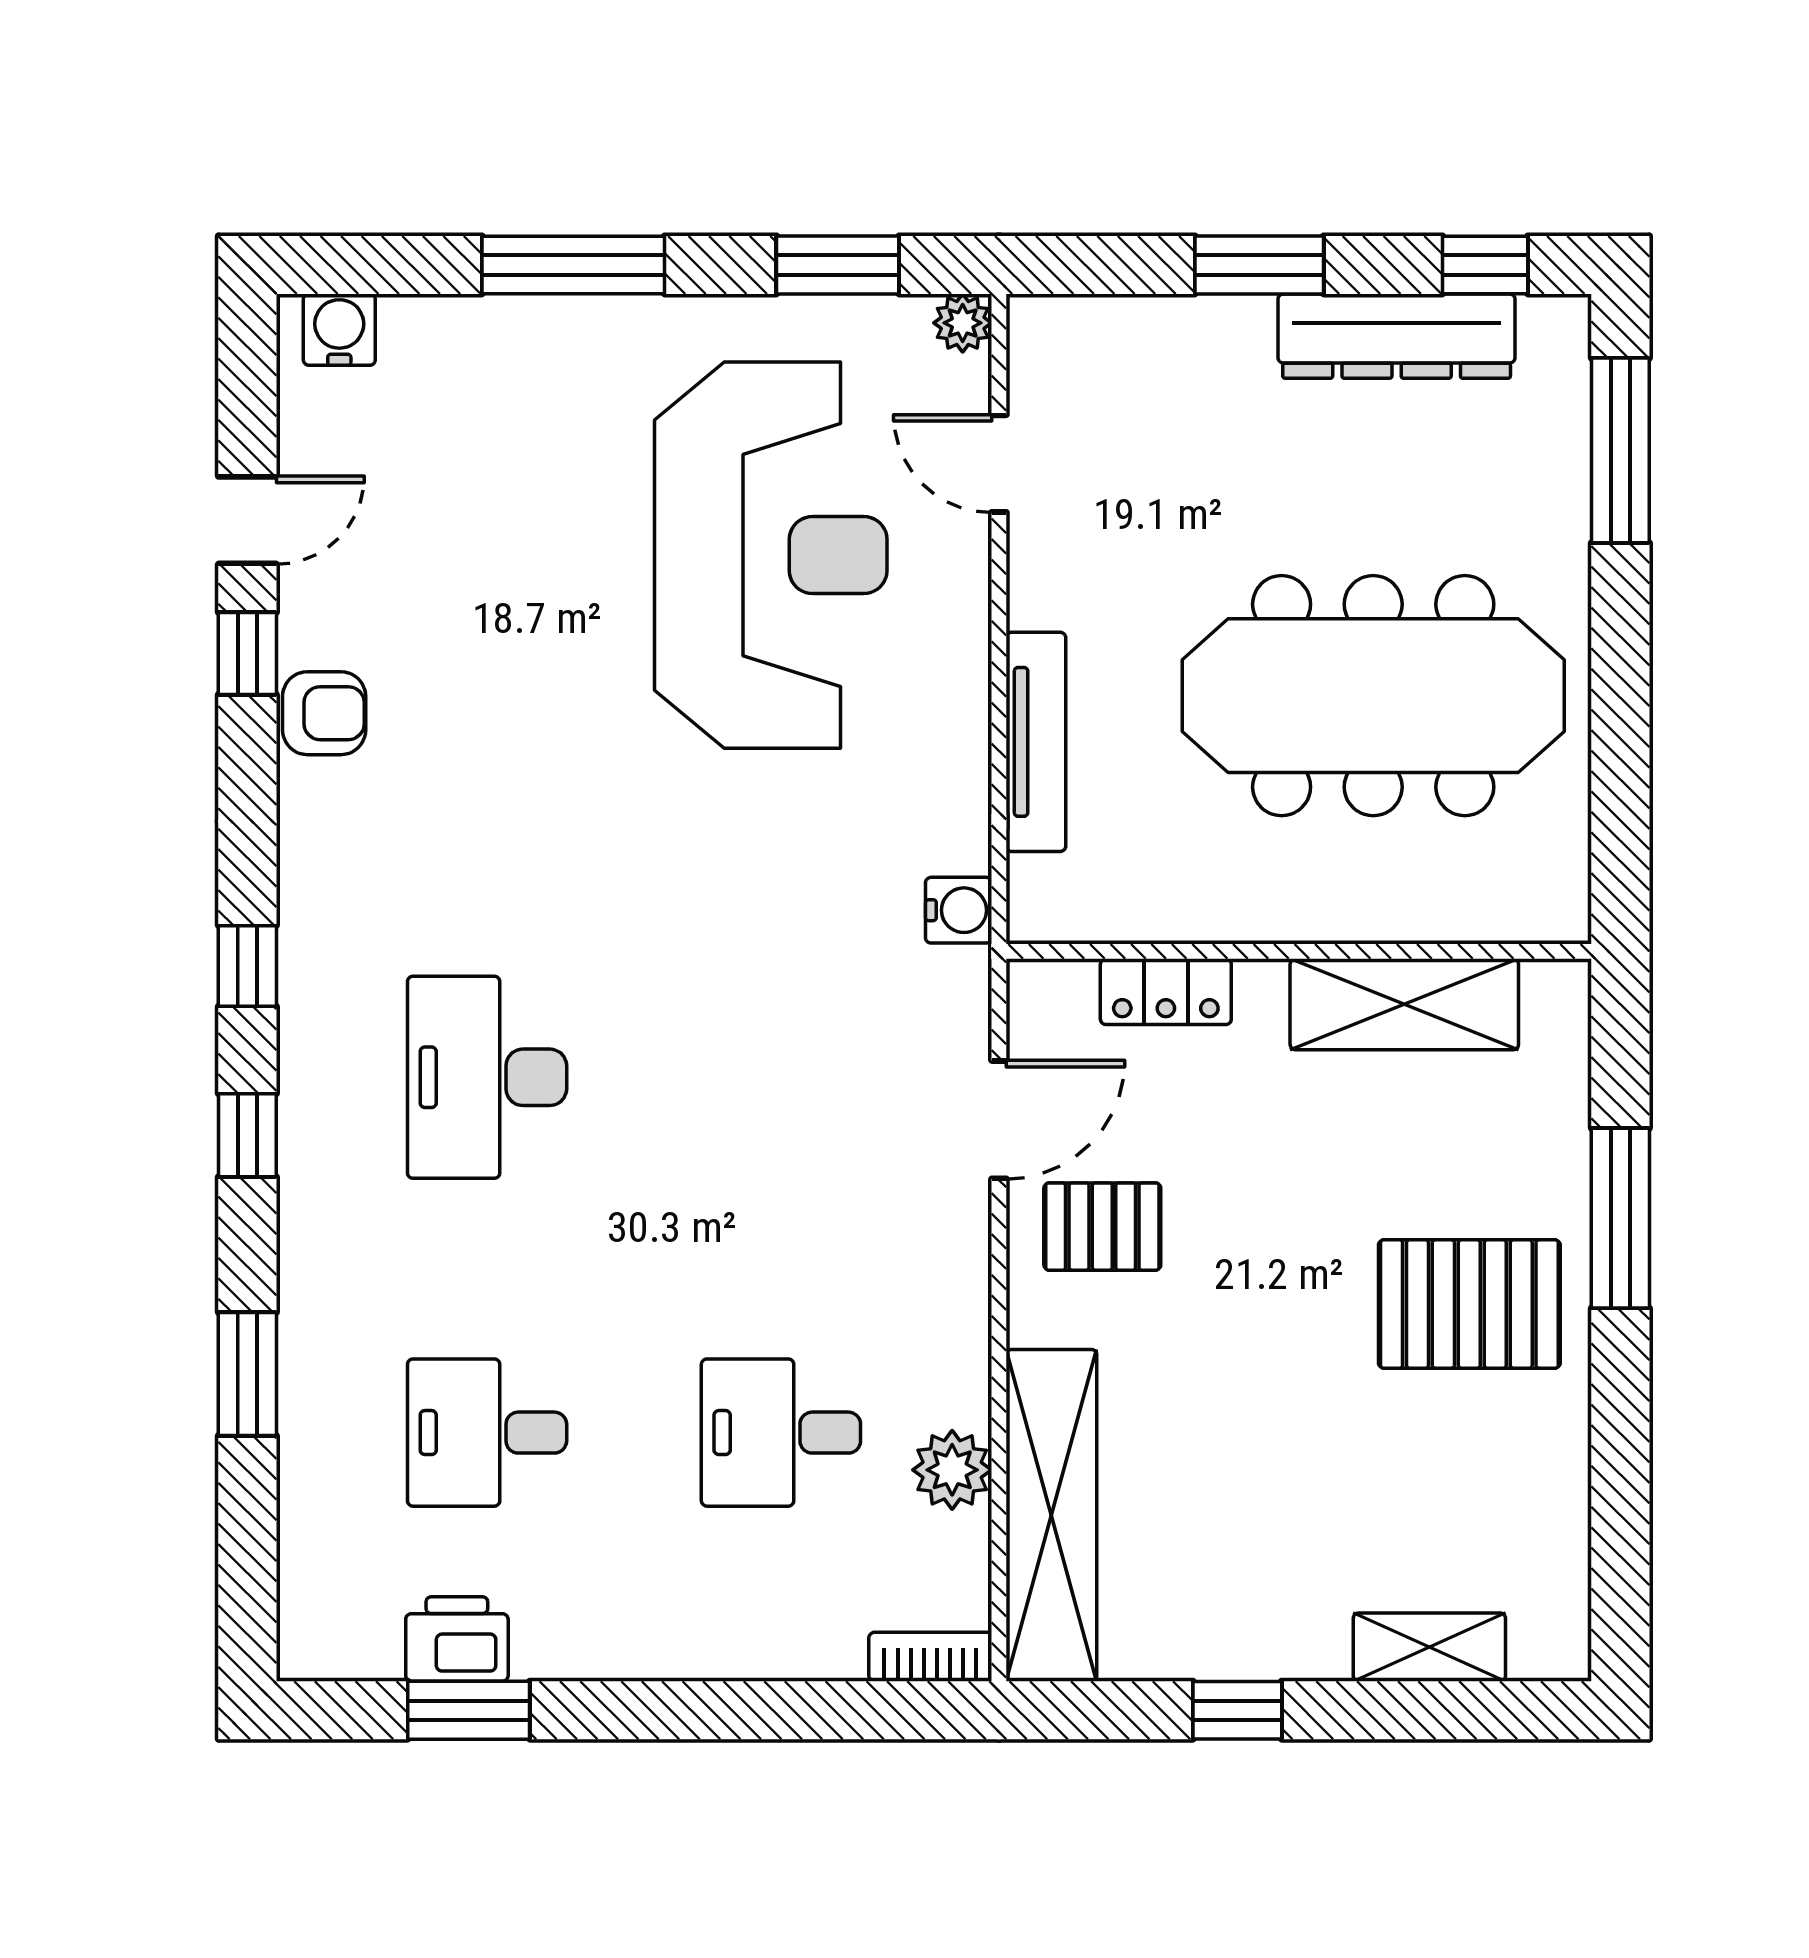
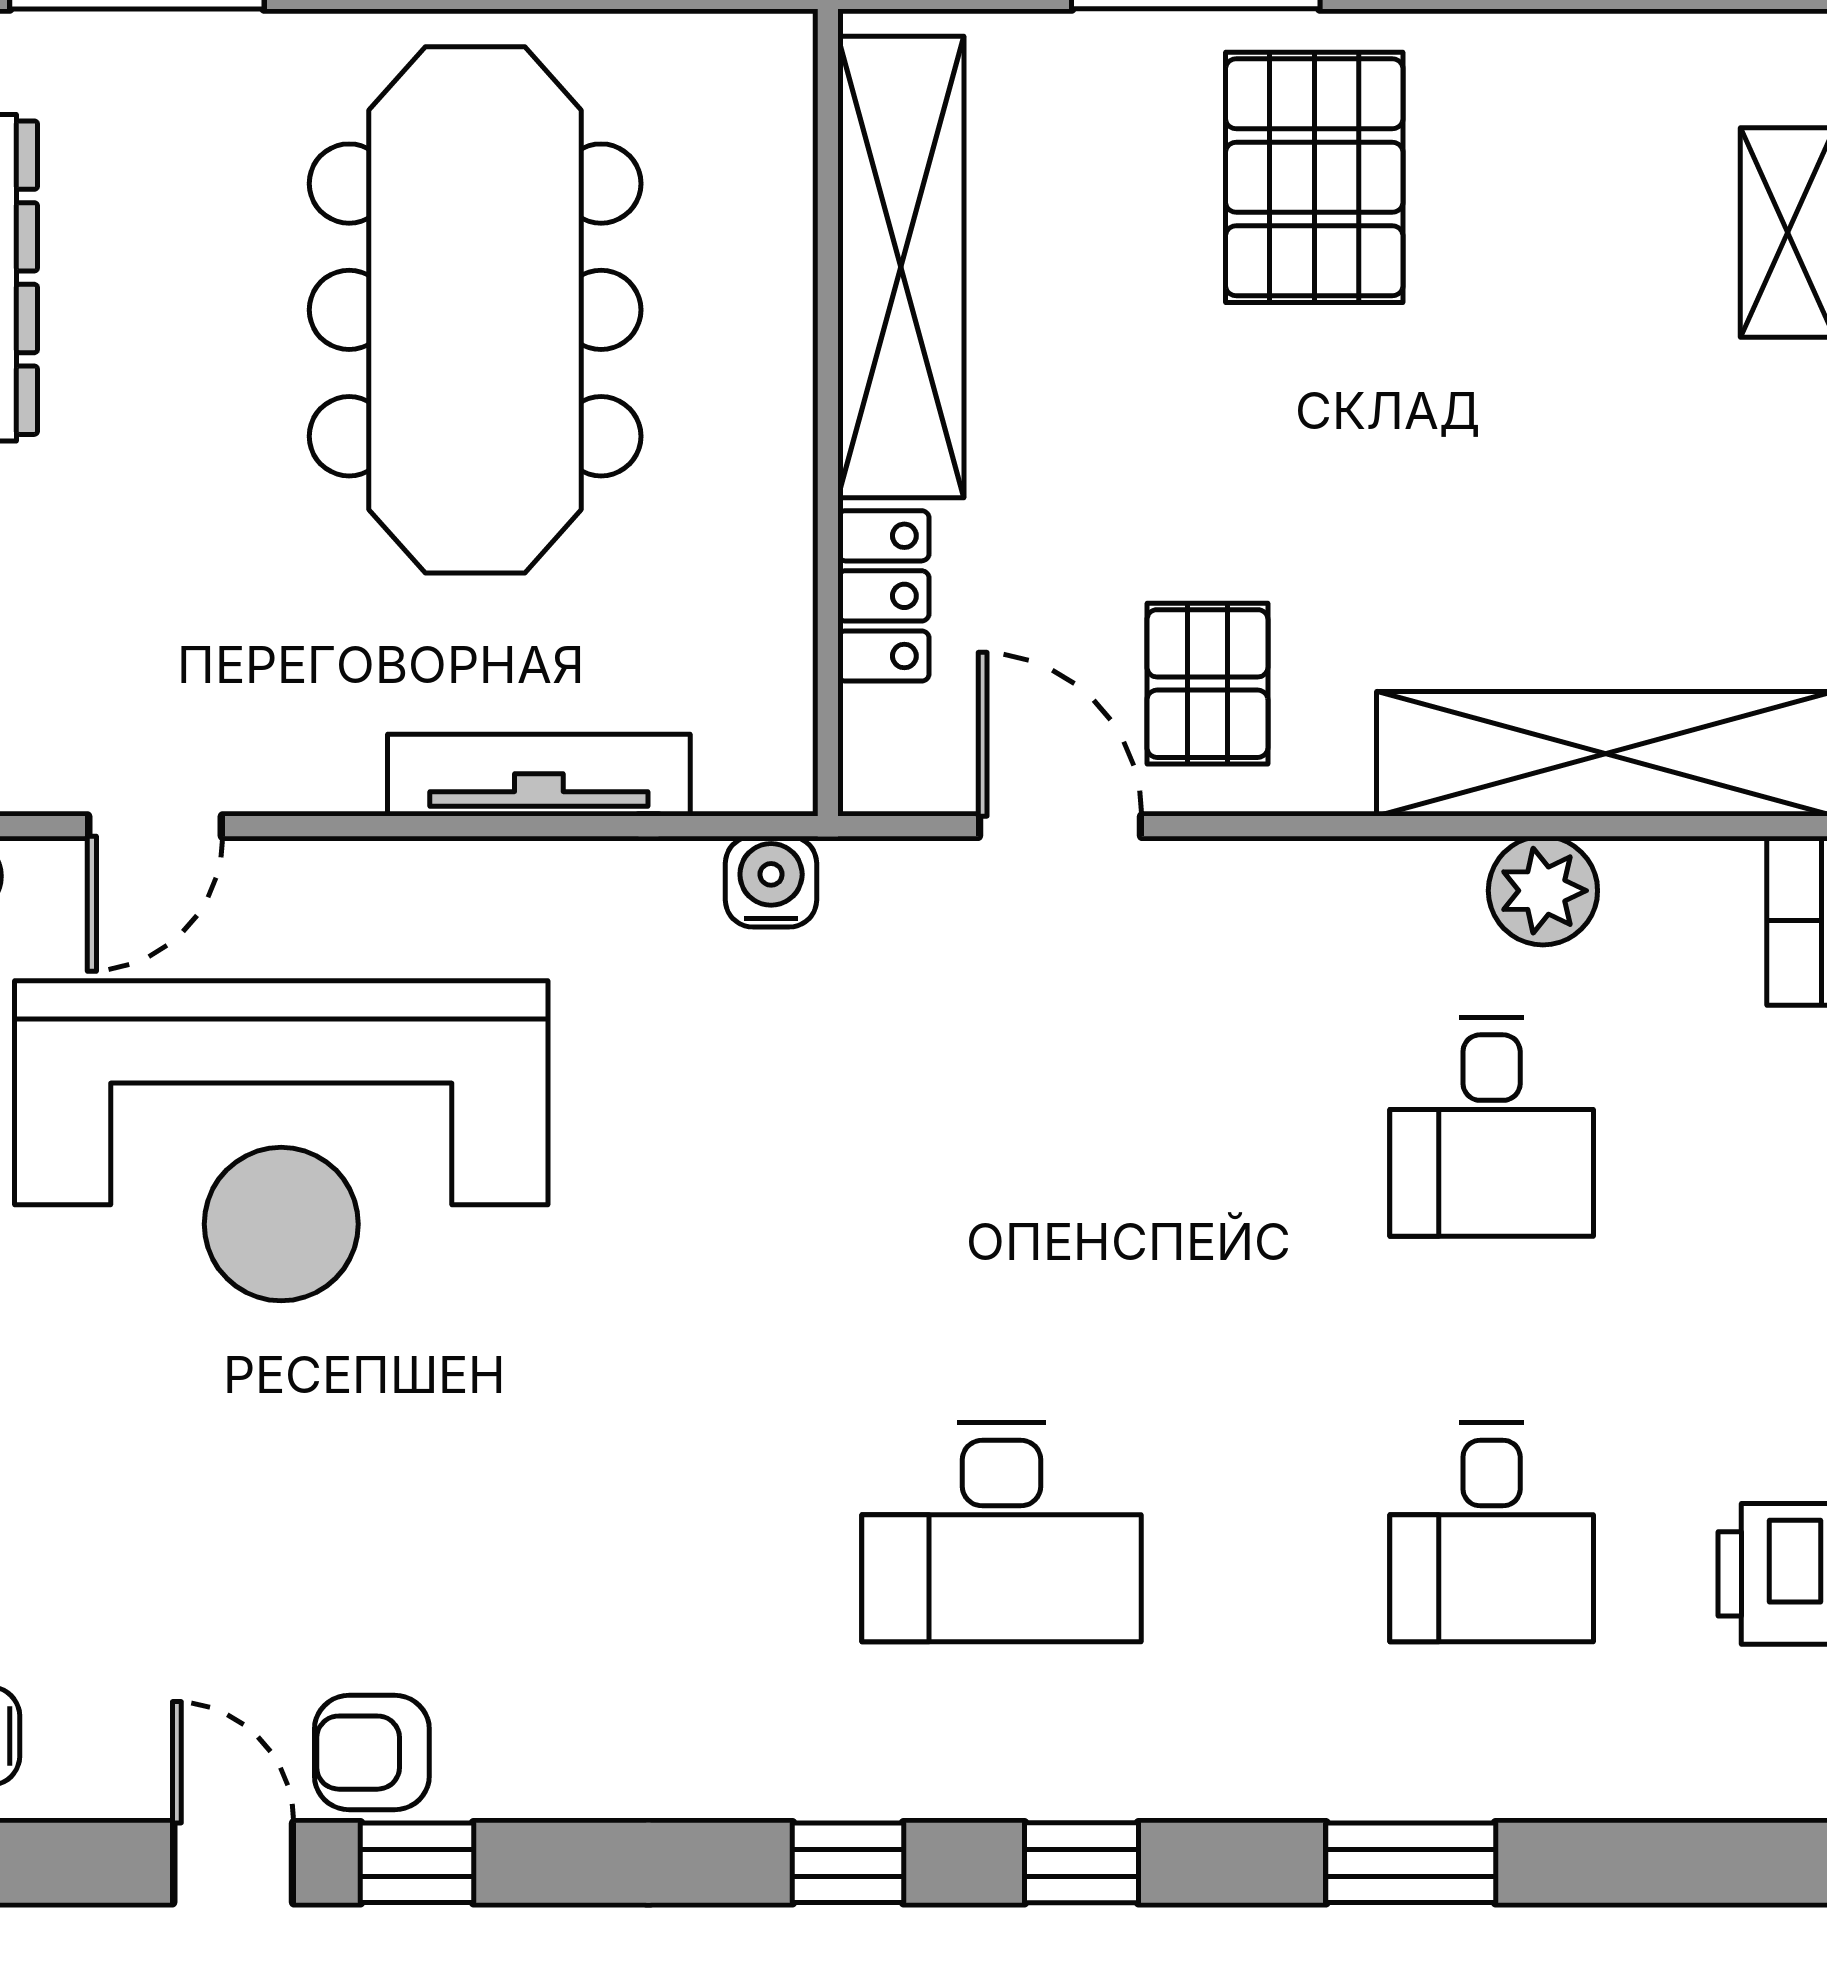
reception desk: (771, 555) -> (281, 1141), turned 180
armchair: (324, 713) -> (372, 1753), moved, turned -90
shelving: (1404, 1004) -> (901, 267), width x1.47

